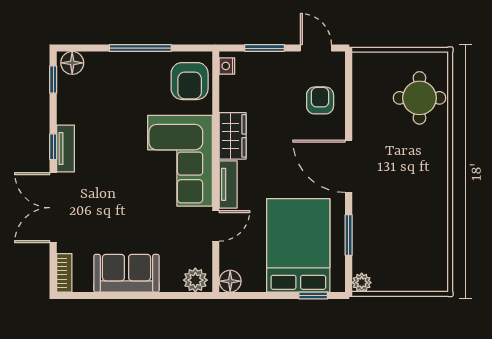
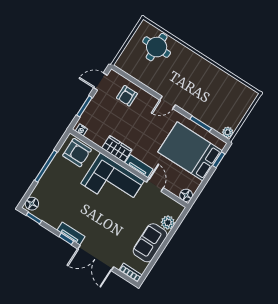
armchair: (320, 100) -> (127, 96), turned -90
door: (349, 166) -> (168, 102), width x0.53
plant: (195, 280) -> (168, 222), moved

